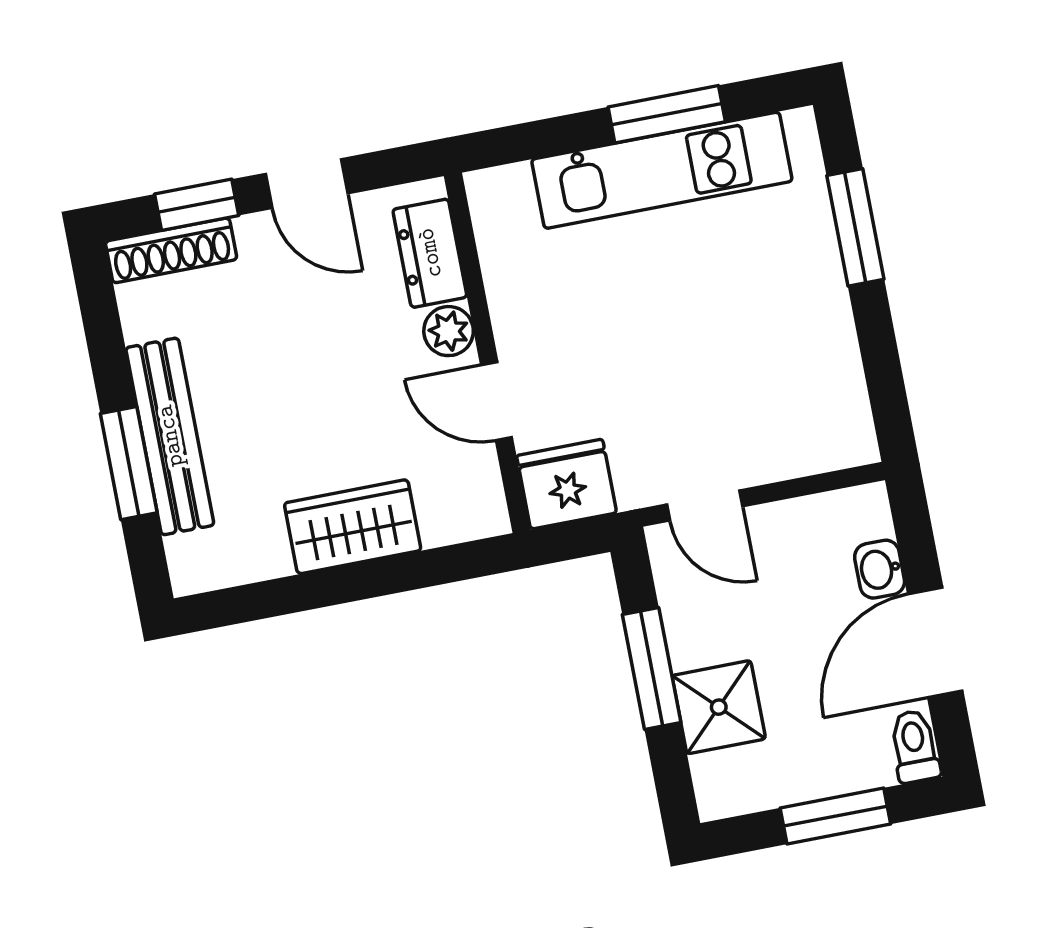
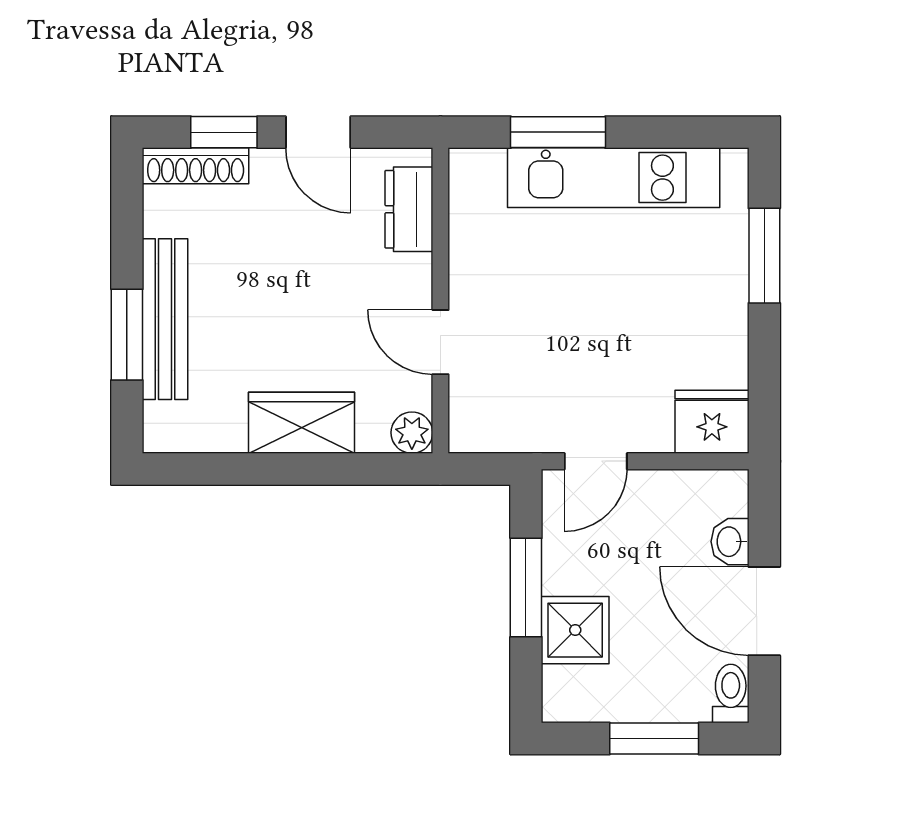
window: (667, 114) -> (558, 132), moved
plant: (449, 331) -> (412, 433), moved
fridge: (567, 484) -> (712, 422), moved
door: (705, 505) -> (596, 461), hinge flipped
door: (935, 643) -> (764, 611), hinge flipped

